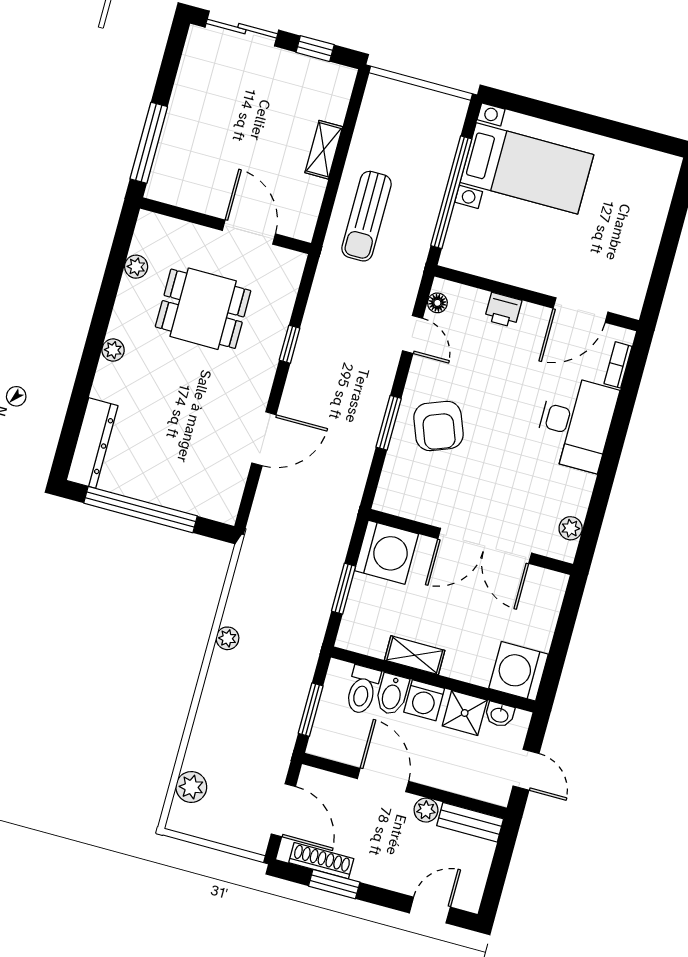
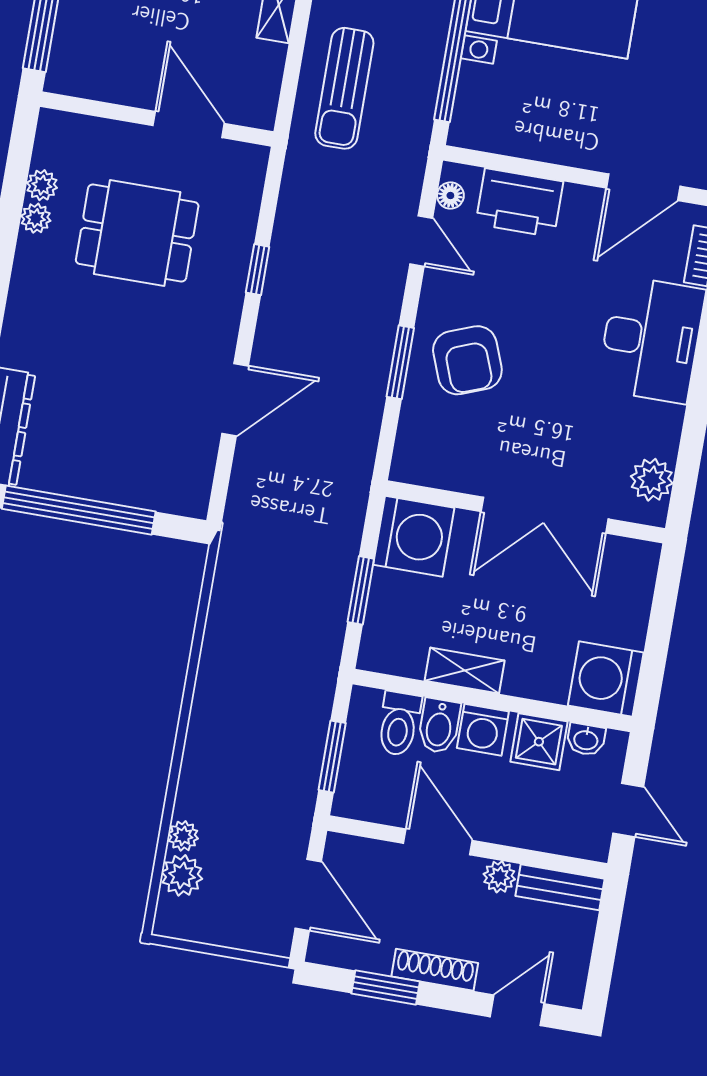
printer: (503, 310) -> (519, 203), width x1.87, depth x1.48
plant: (113, 350) -> (36, 218), moved
plant: (571, 528) -> (652, 480), width x1.38, depth x1.38
plant: (227, 638) -> (183, 836), moved
shoe rack: (321, 861) -> (435, 970), moved

